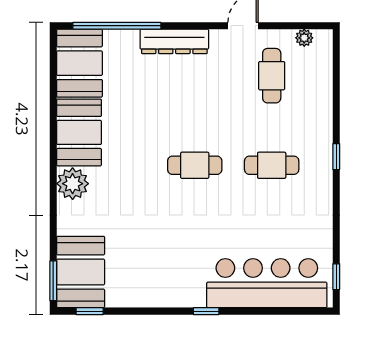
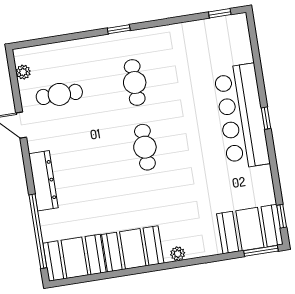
plant: (73, 184) -> (178, 254), width x0.53, depth x0.53
bar counter: (267, 283) -> (242, 116), moved

